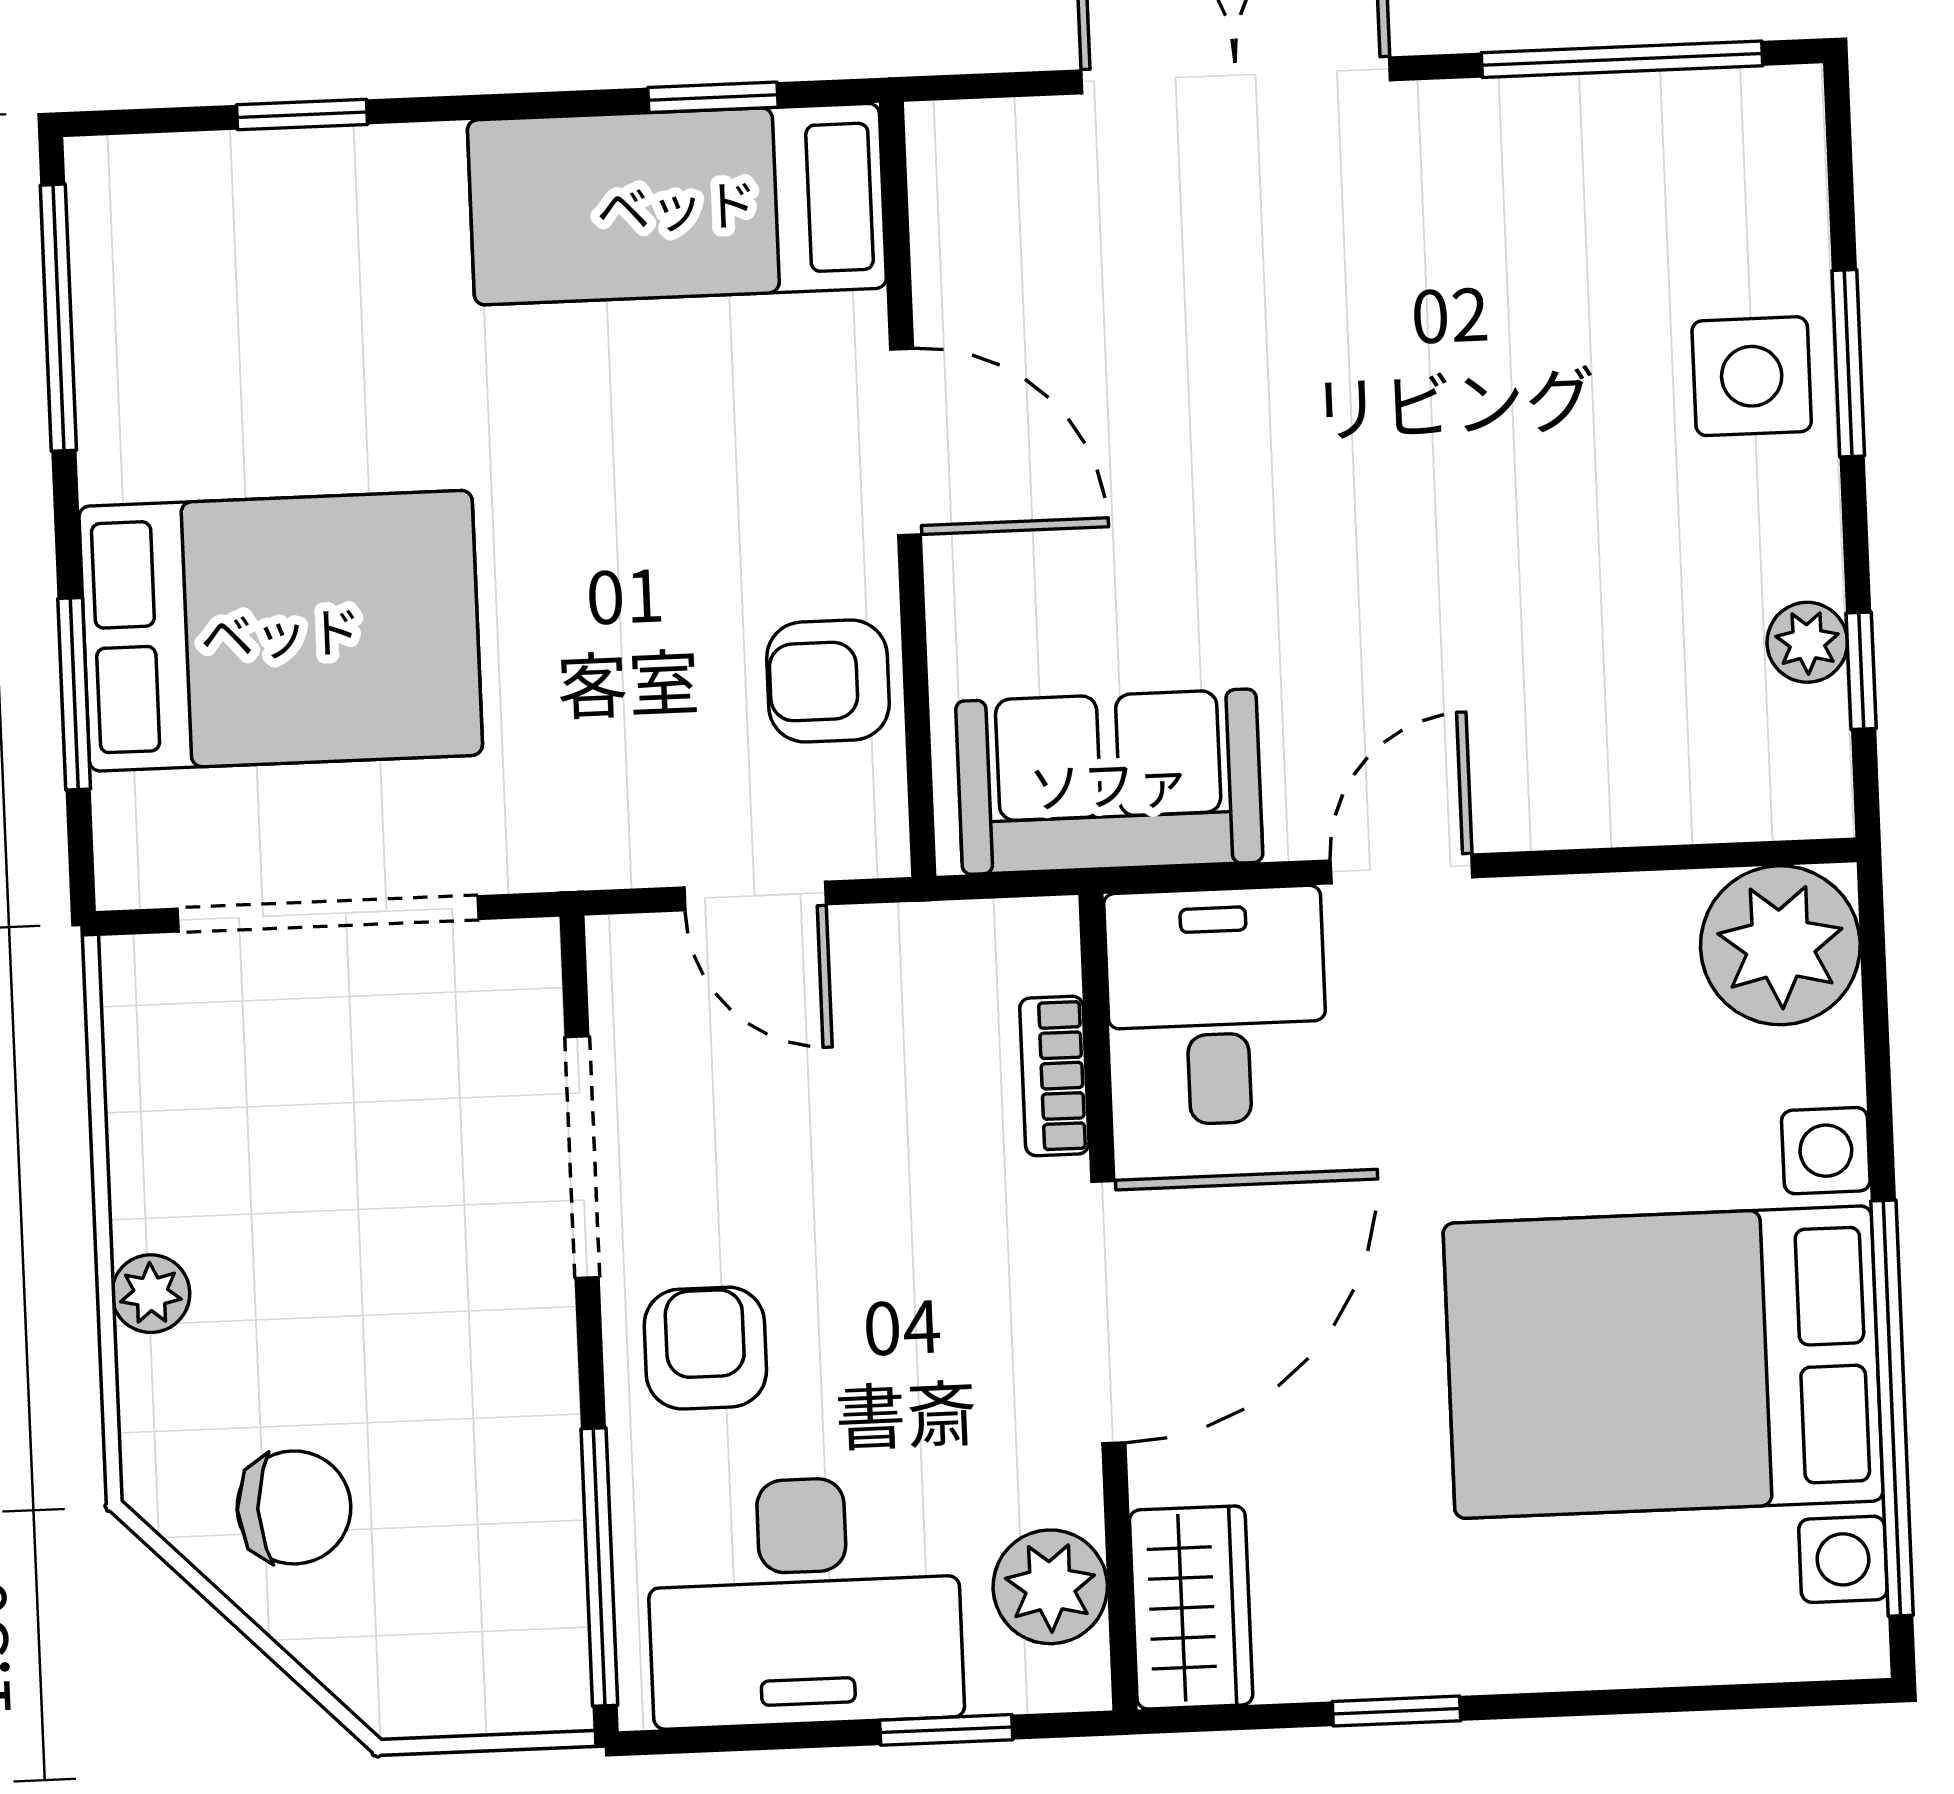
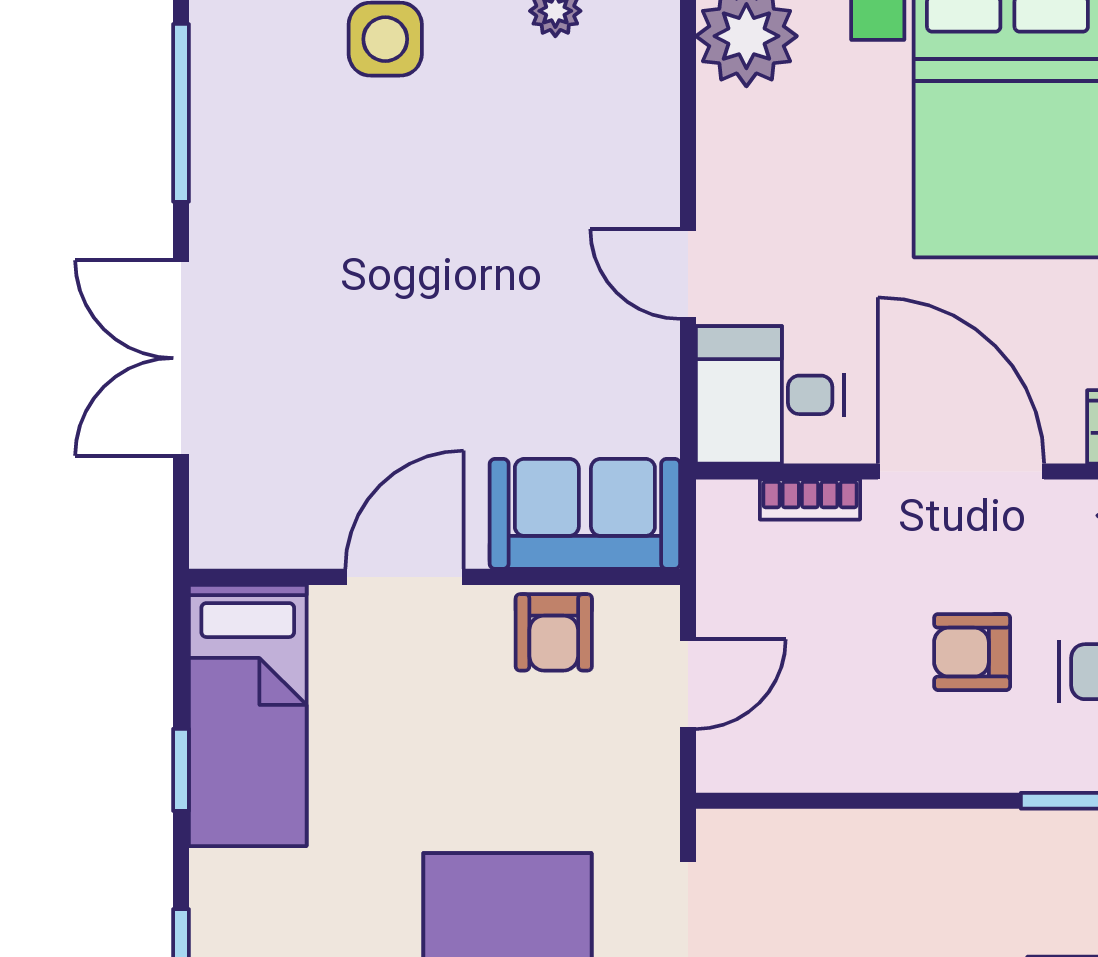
window: (713, 97) -> (181, 770), moved
sofa: (1109, 782) -> (585, 514), moved, turned 90
doorway: (582, 1157) -> (849, 801), removed
armchair: (705, 1348) -> (972, 652), moved

